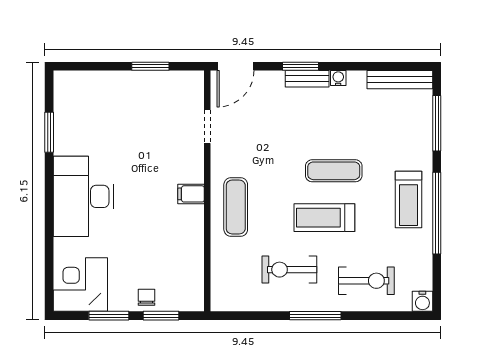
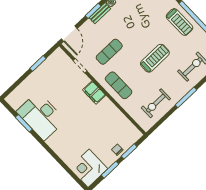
exercise mat: (334, 171) -> (109, 52), moved
filing cabinet: (191, 194) -> (94, 93), width x2.00
desk: (83, 196) -> (41, 116), moved
treadmill: (324, 218) -> (155, 58), turned 180
exercise bike: (289, 270) -> (156, 103), moved

